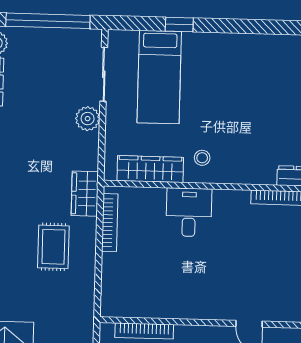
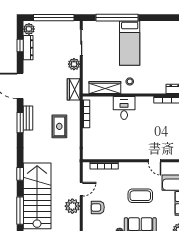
window: (179, 25) -> (117, 18), width x3.17
bed: (159, 77) -> (130, 43), moved
wardrobe: (85, 194) -> (74, 89), moved

